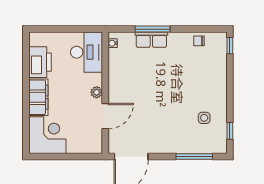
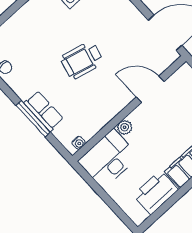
wheelchair: (161, 91) -> (82, 60), added
plant: (97, 92) -> (125, 127), moved

